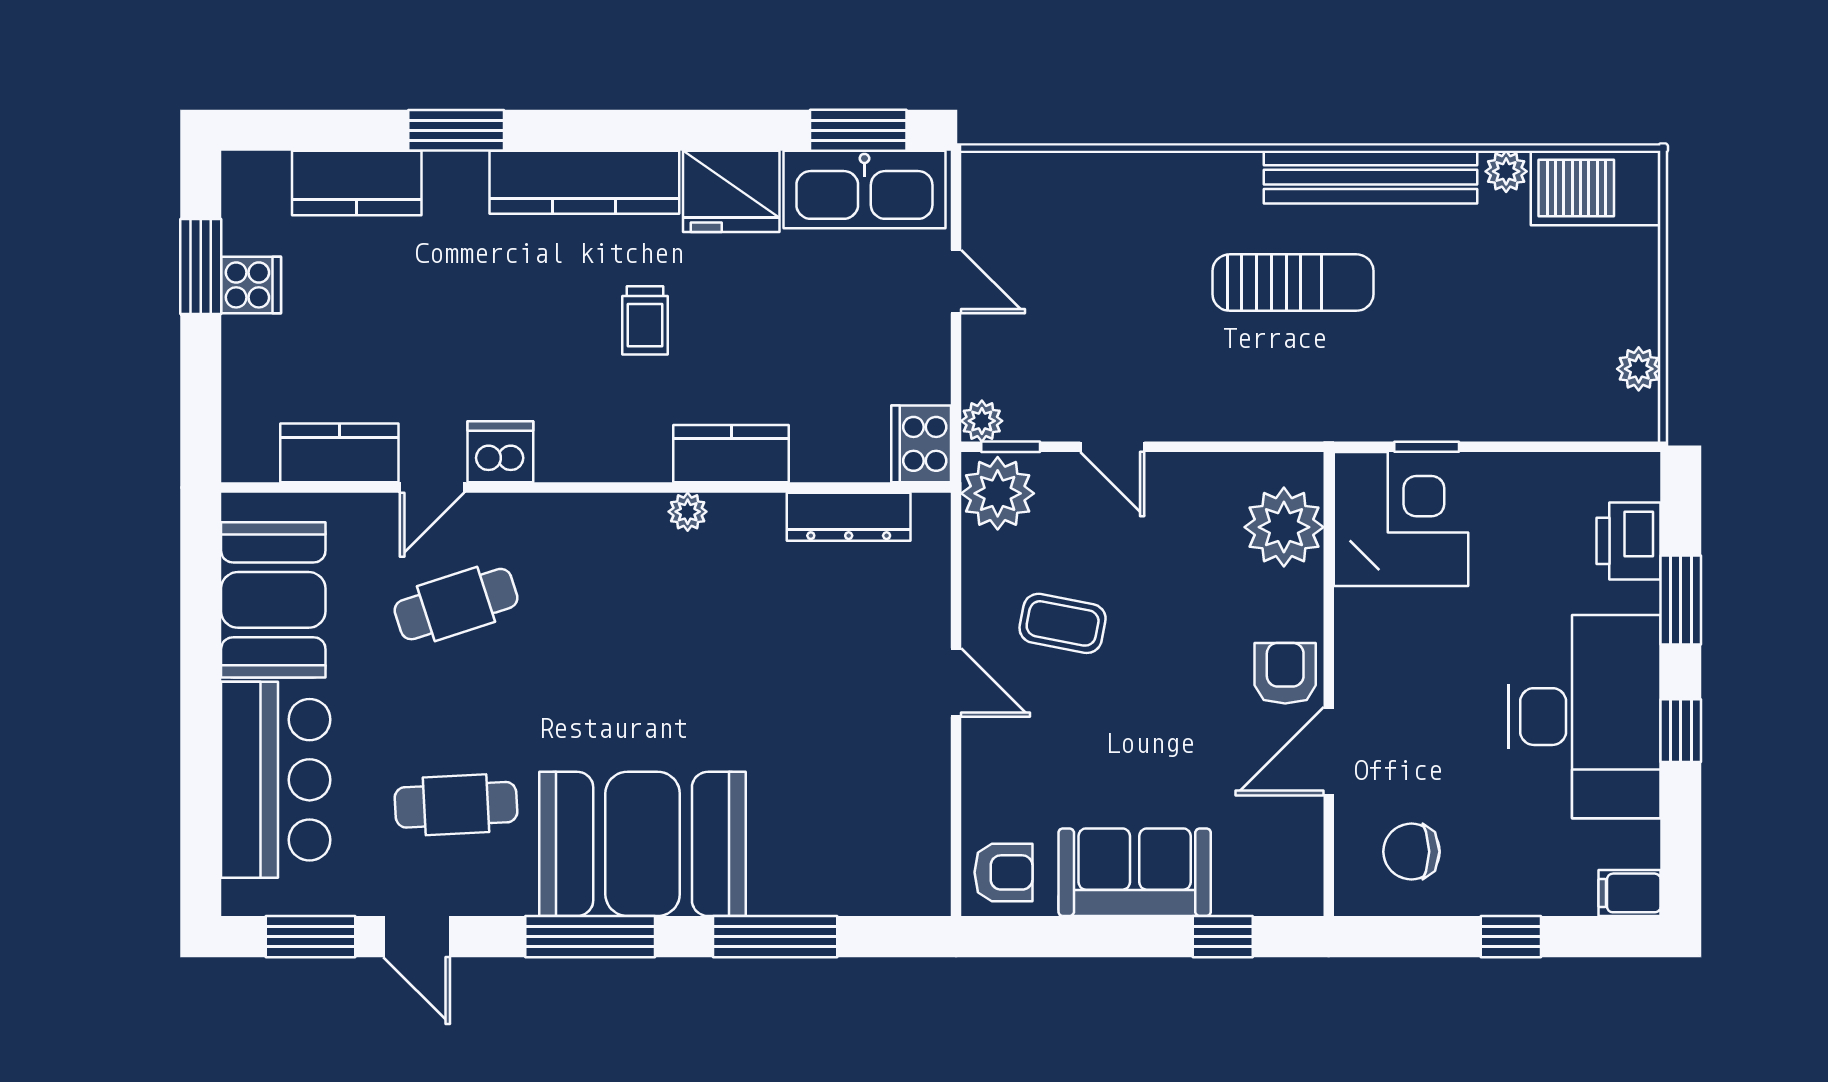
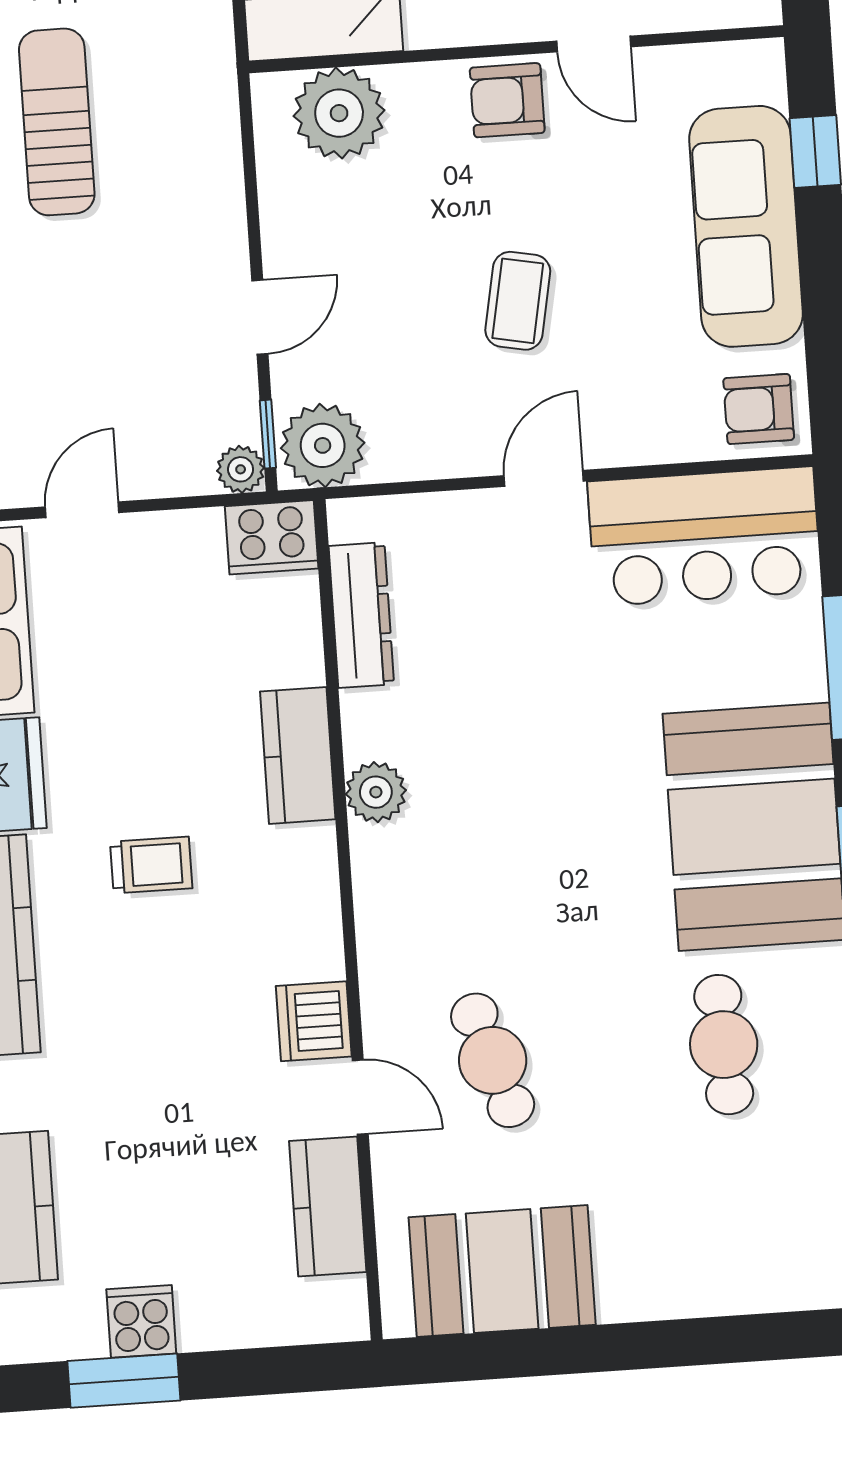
plant: (688, 512) -> (376, 792), width x1.38, depth x1.38
coffee table: (1063, 623) -> (518, 301), moved
door: (1329, 751) -> (594, 44), width x0.73
bar counter: (276, 780) -> (704, 536), moved, turned 180
armchair: (1003, 872) -> (759, 409), turned -90
sofa: (1135, 872) -> (746, 226), width x1.36

